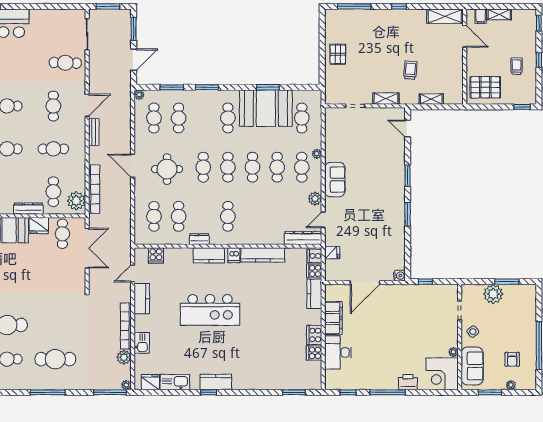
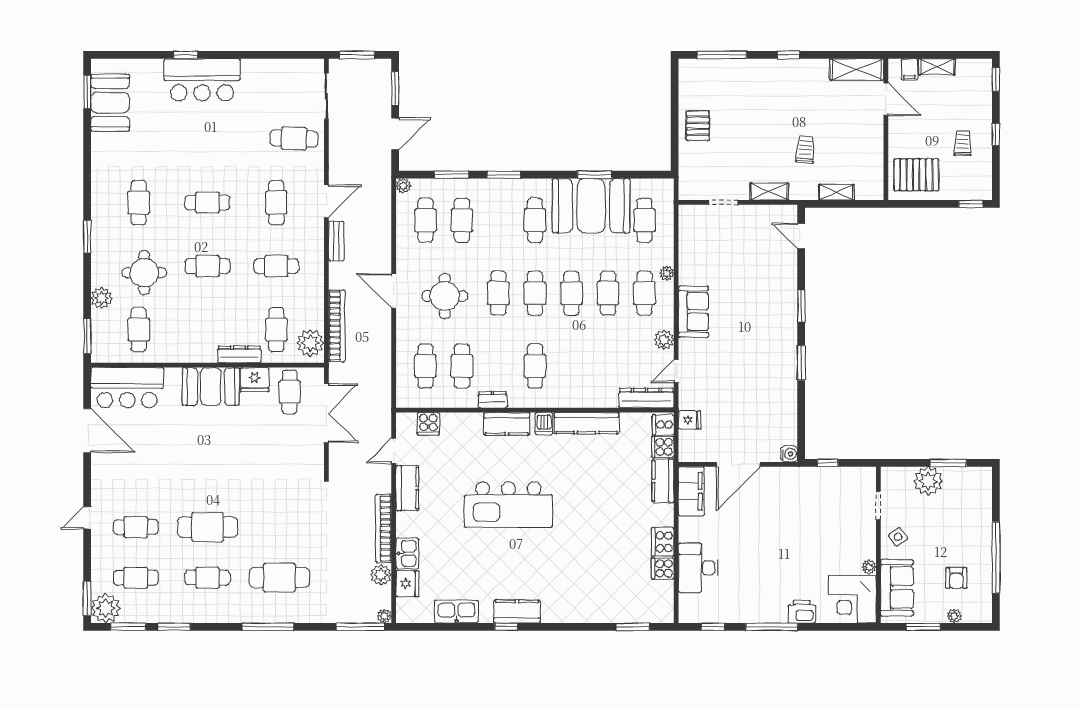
filing cabinet: (333, 318) -> (691, 491), moved
fridge: (150, 382) -> (407, 584), moved, turned 90

